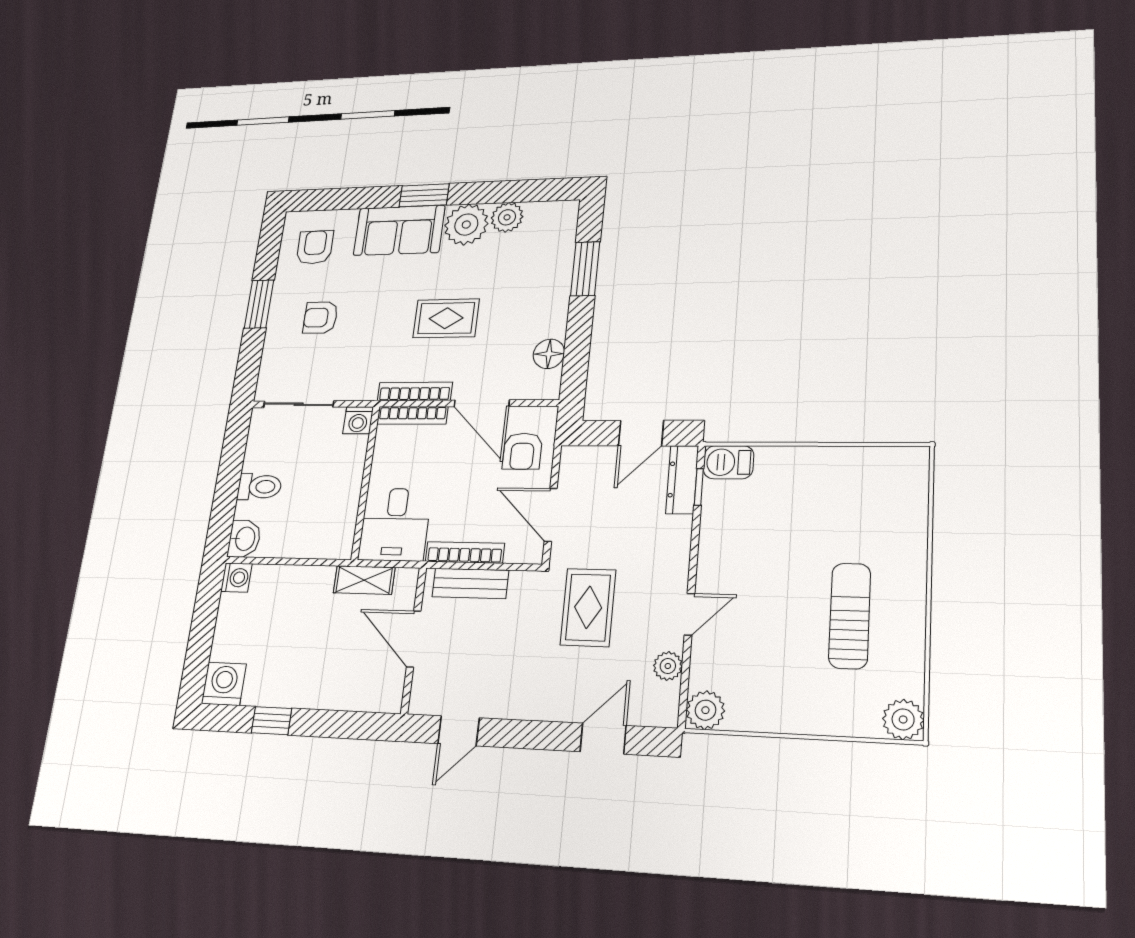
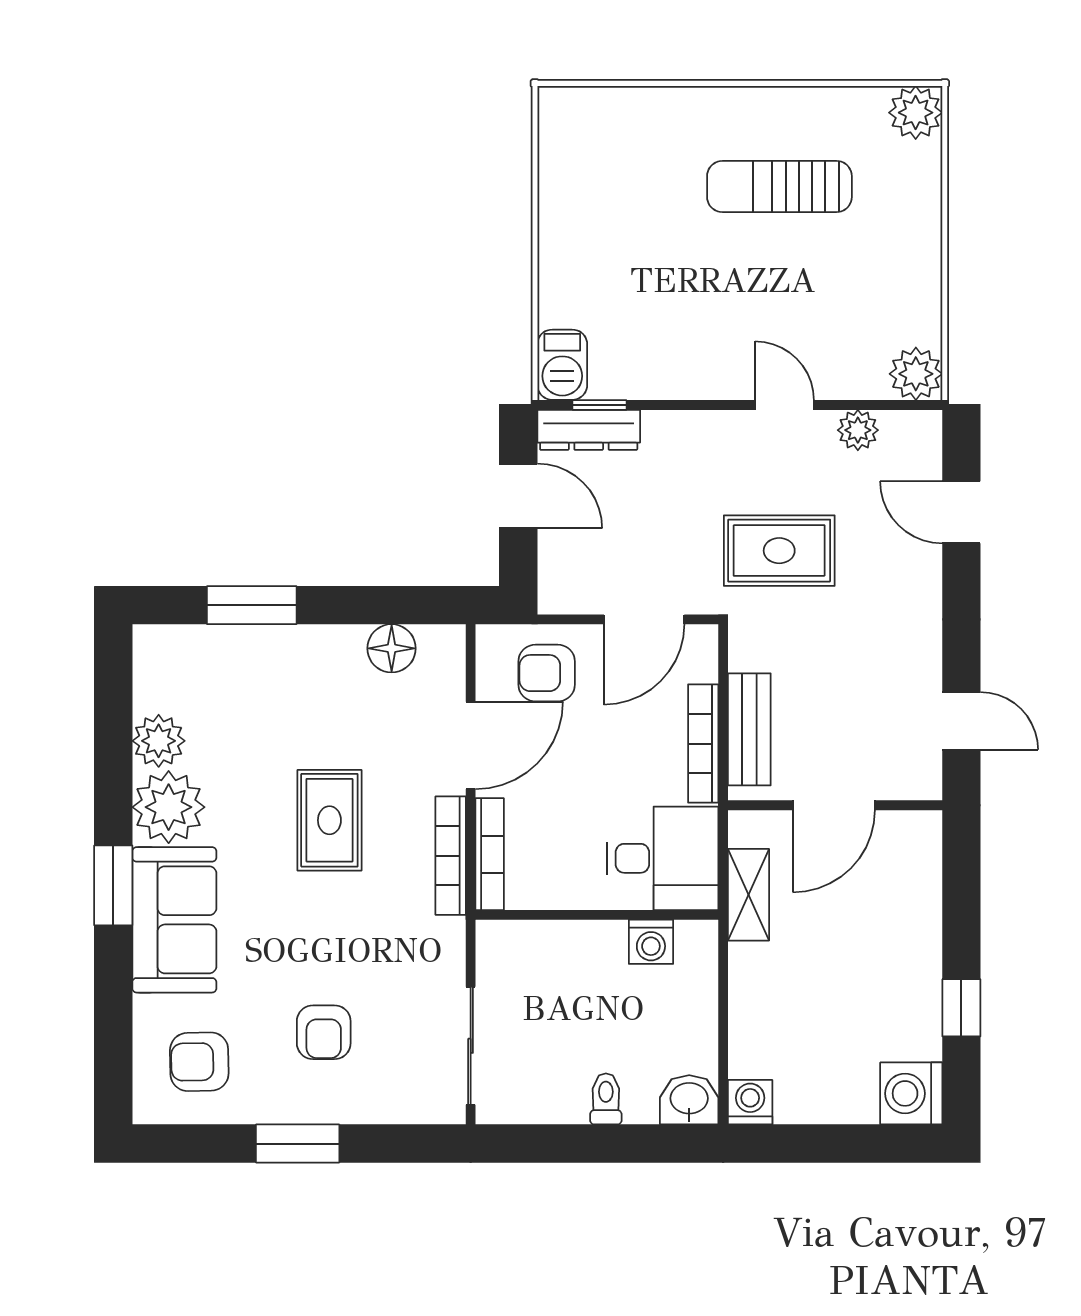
washing machine: (358, 420) -> (651, 942), moved, turned 90
armchair: (522, 451) -> (547, 673), turned 180
toilet: (259, 487) -> (606, 1099), width x0.73, depth x0.72

